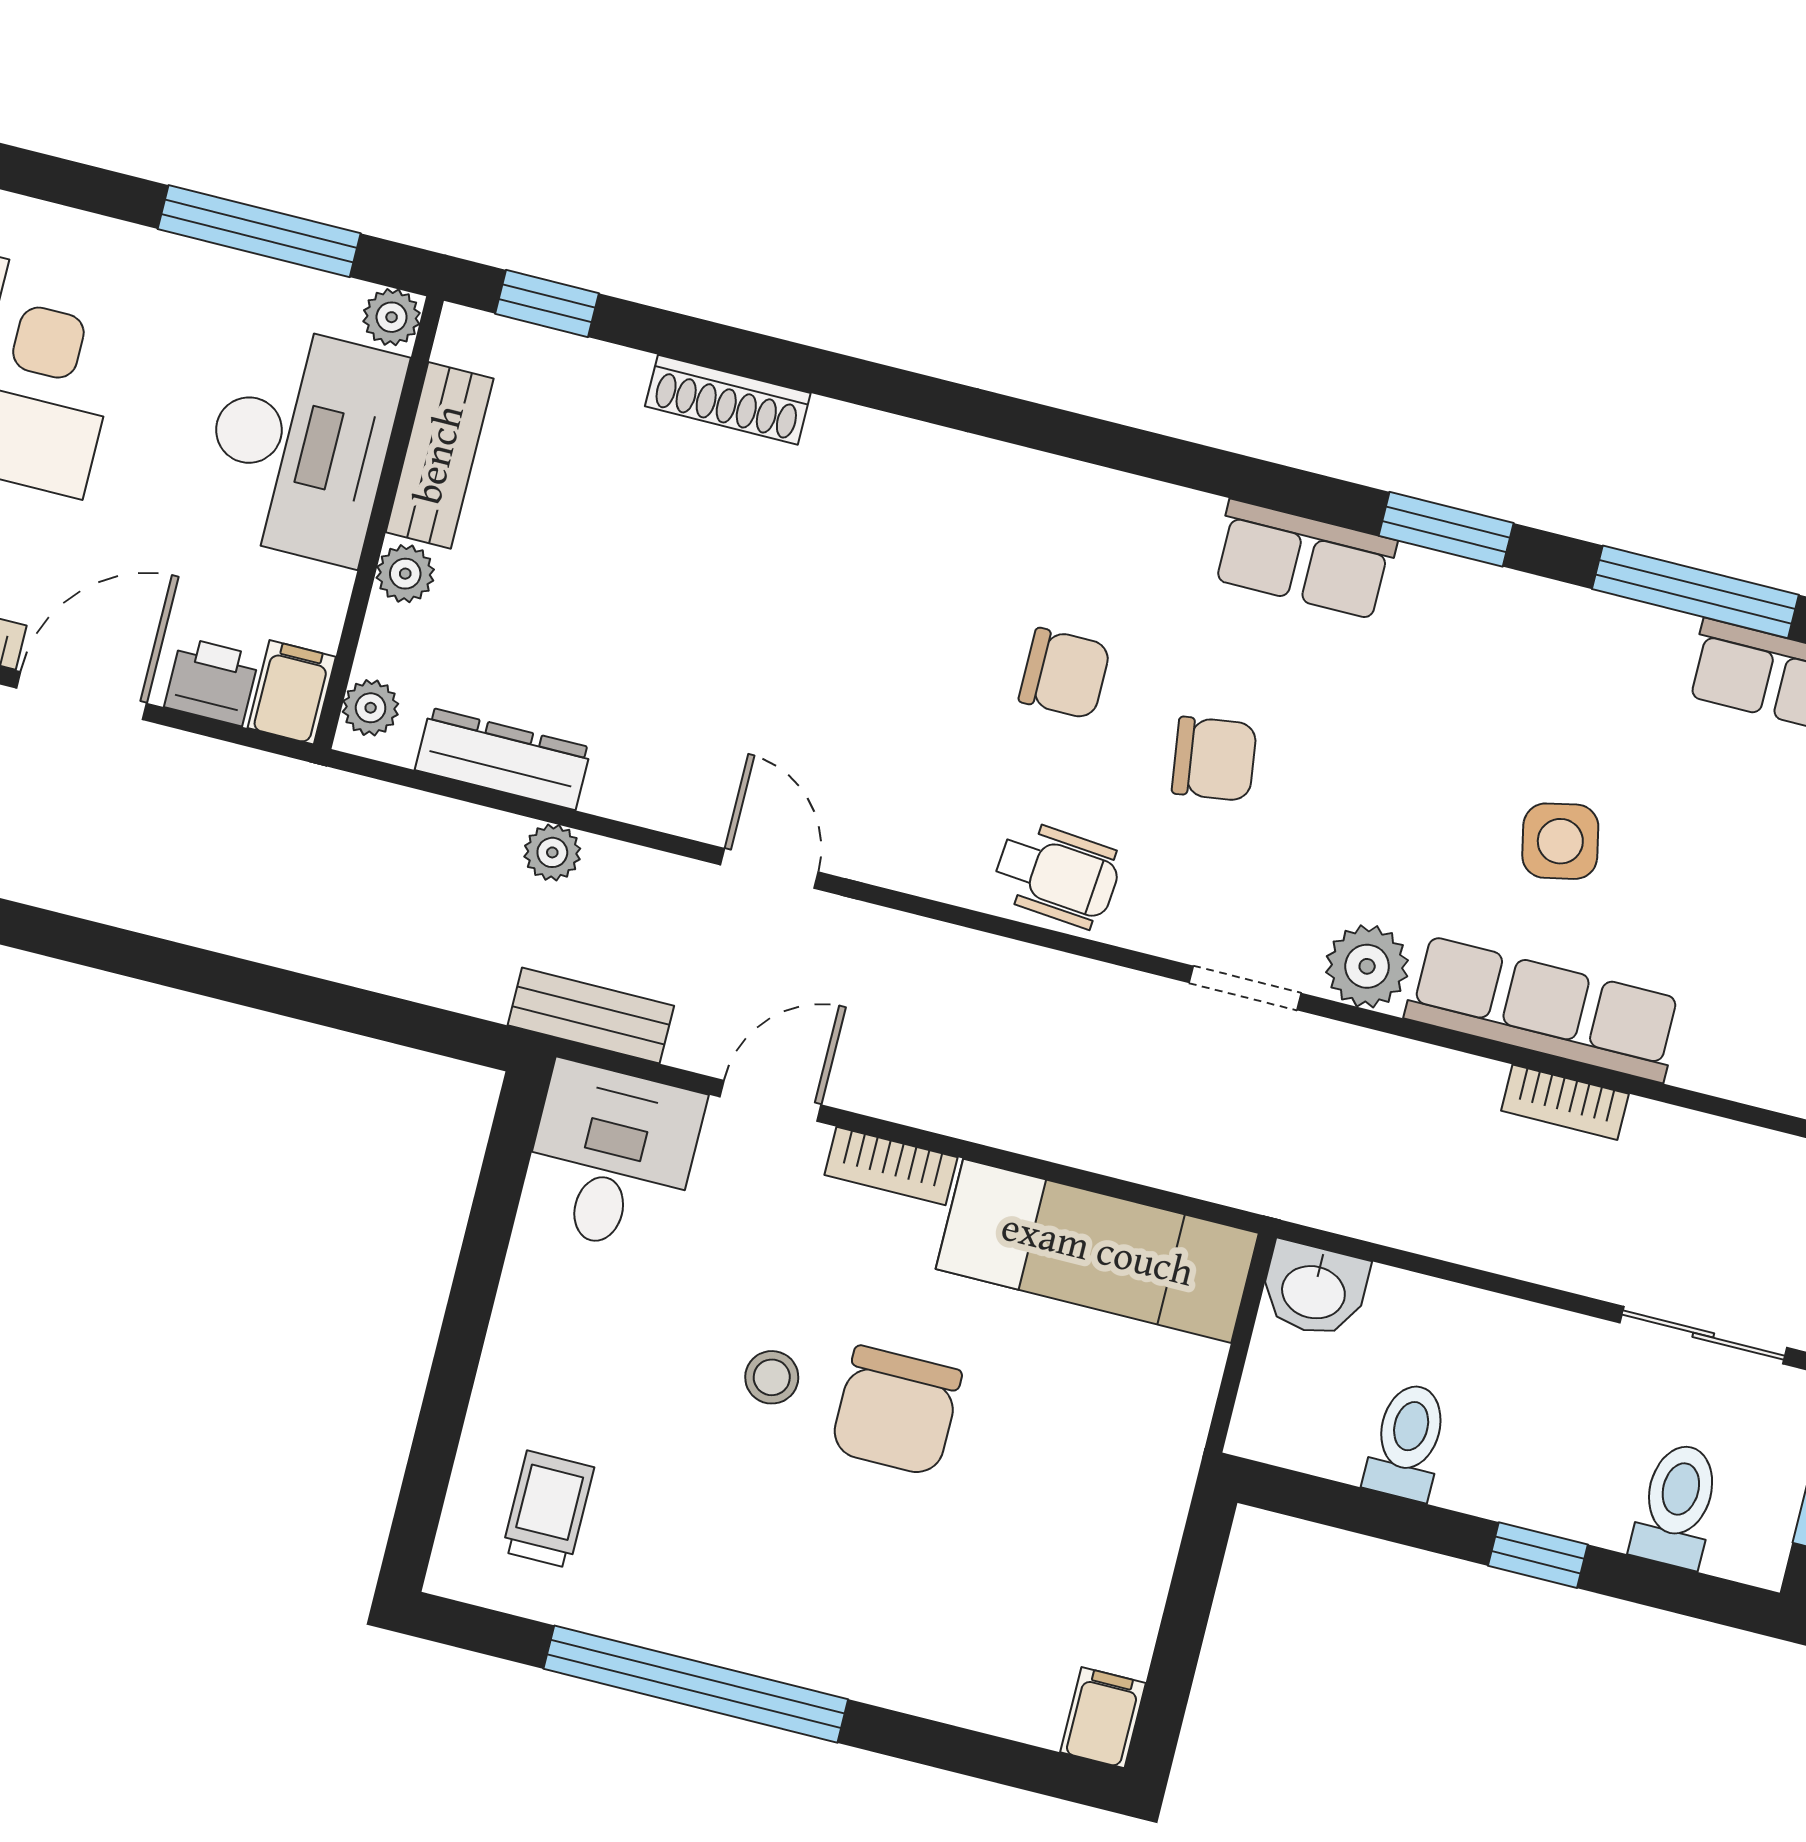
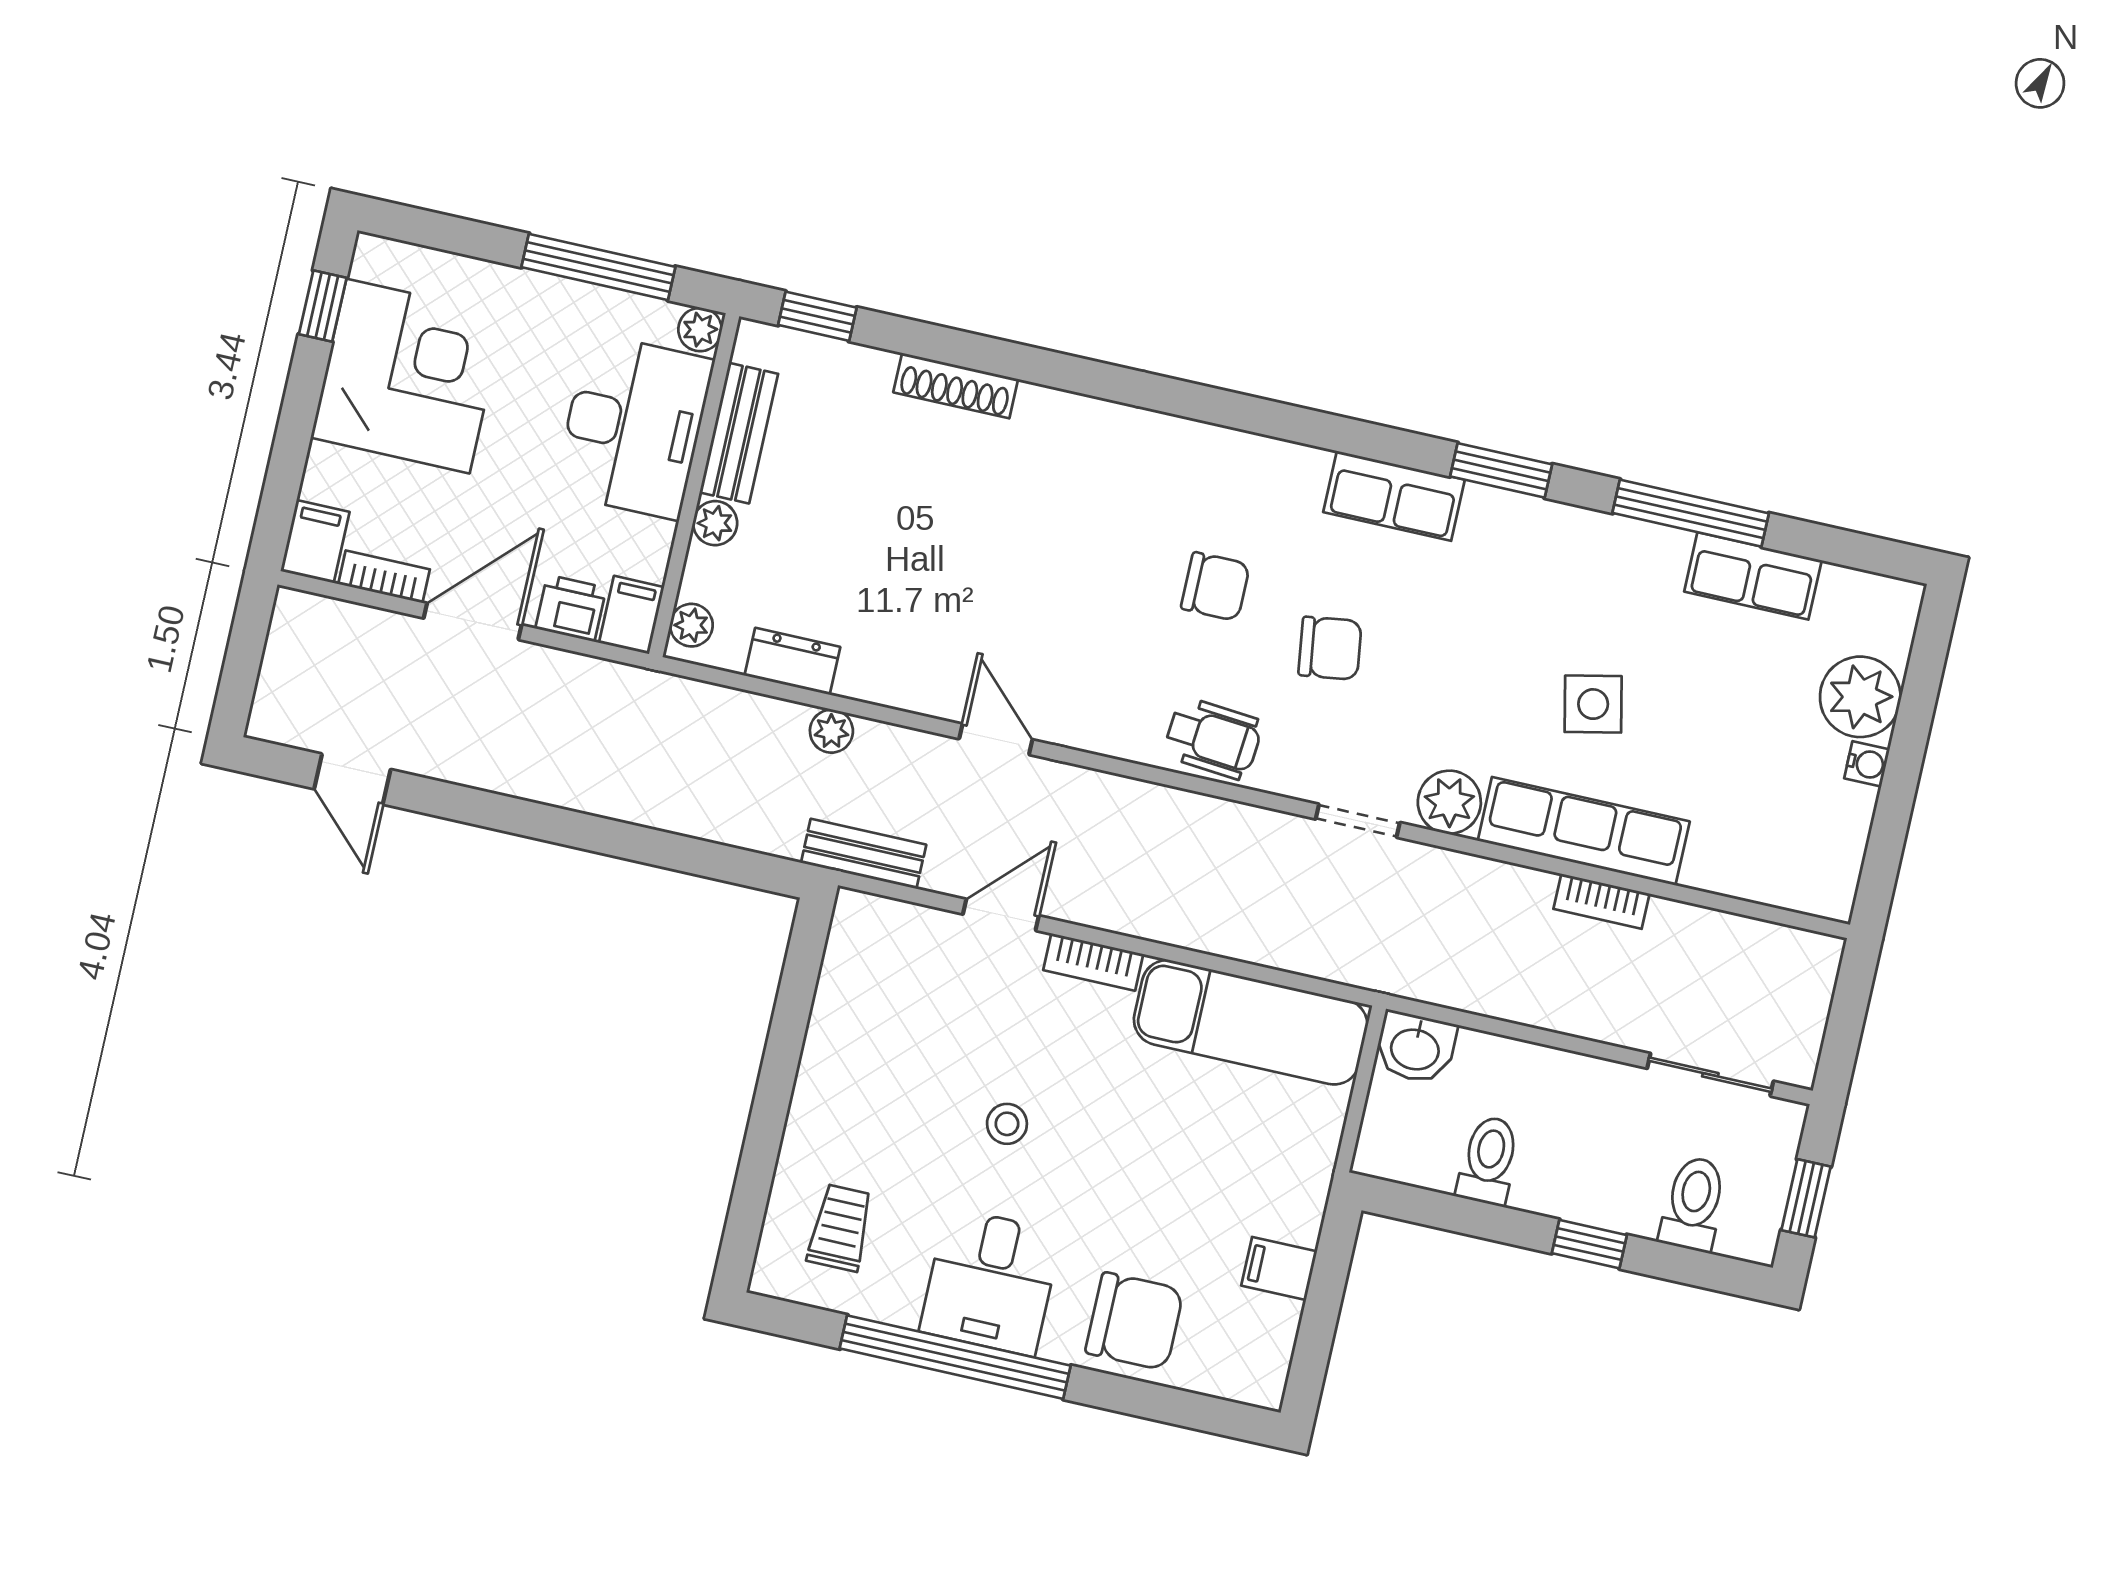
dresser: (503, 759) -> (792, 661), width x0.70
desk: (612, 1158) -> (991, 1282), moved, turned 180
chair: (896, 1411) -> (1134, 1321), moved, turned -90
filing cabinet: (1103, 1718) -> (1279, 1269), moved, turned -90

